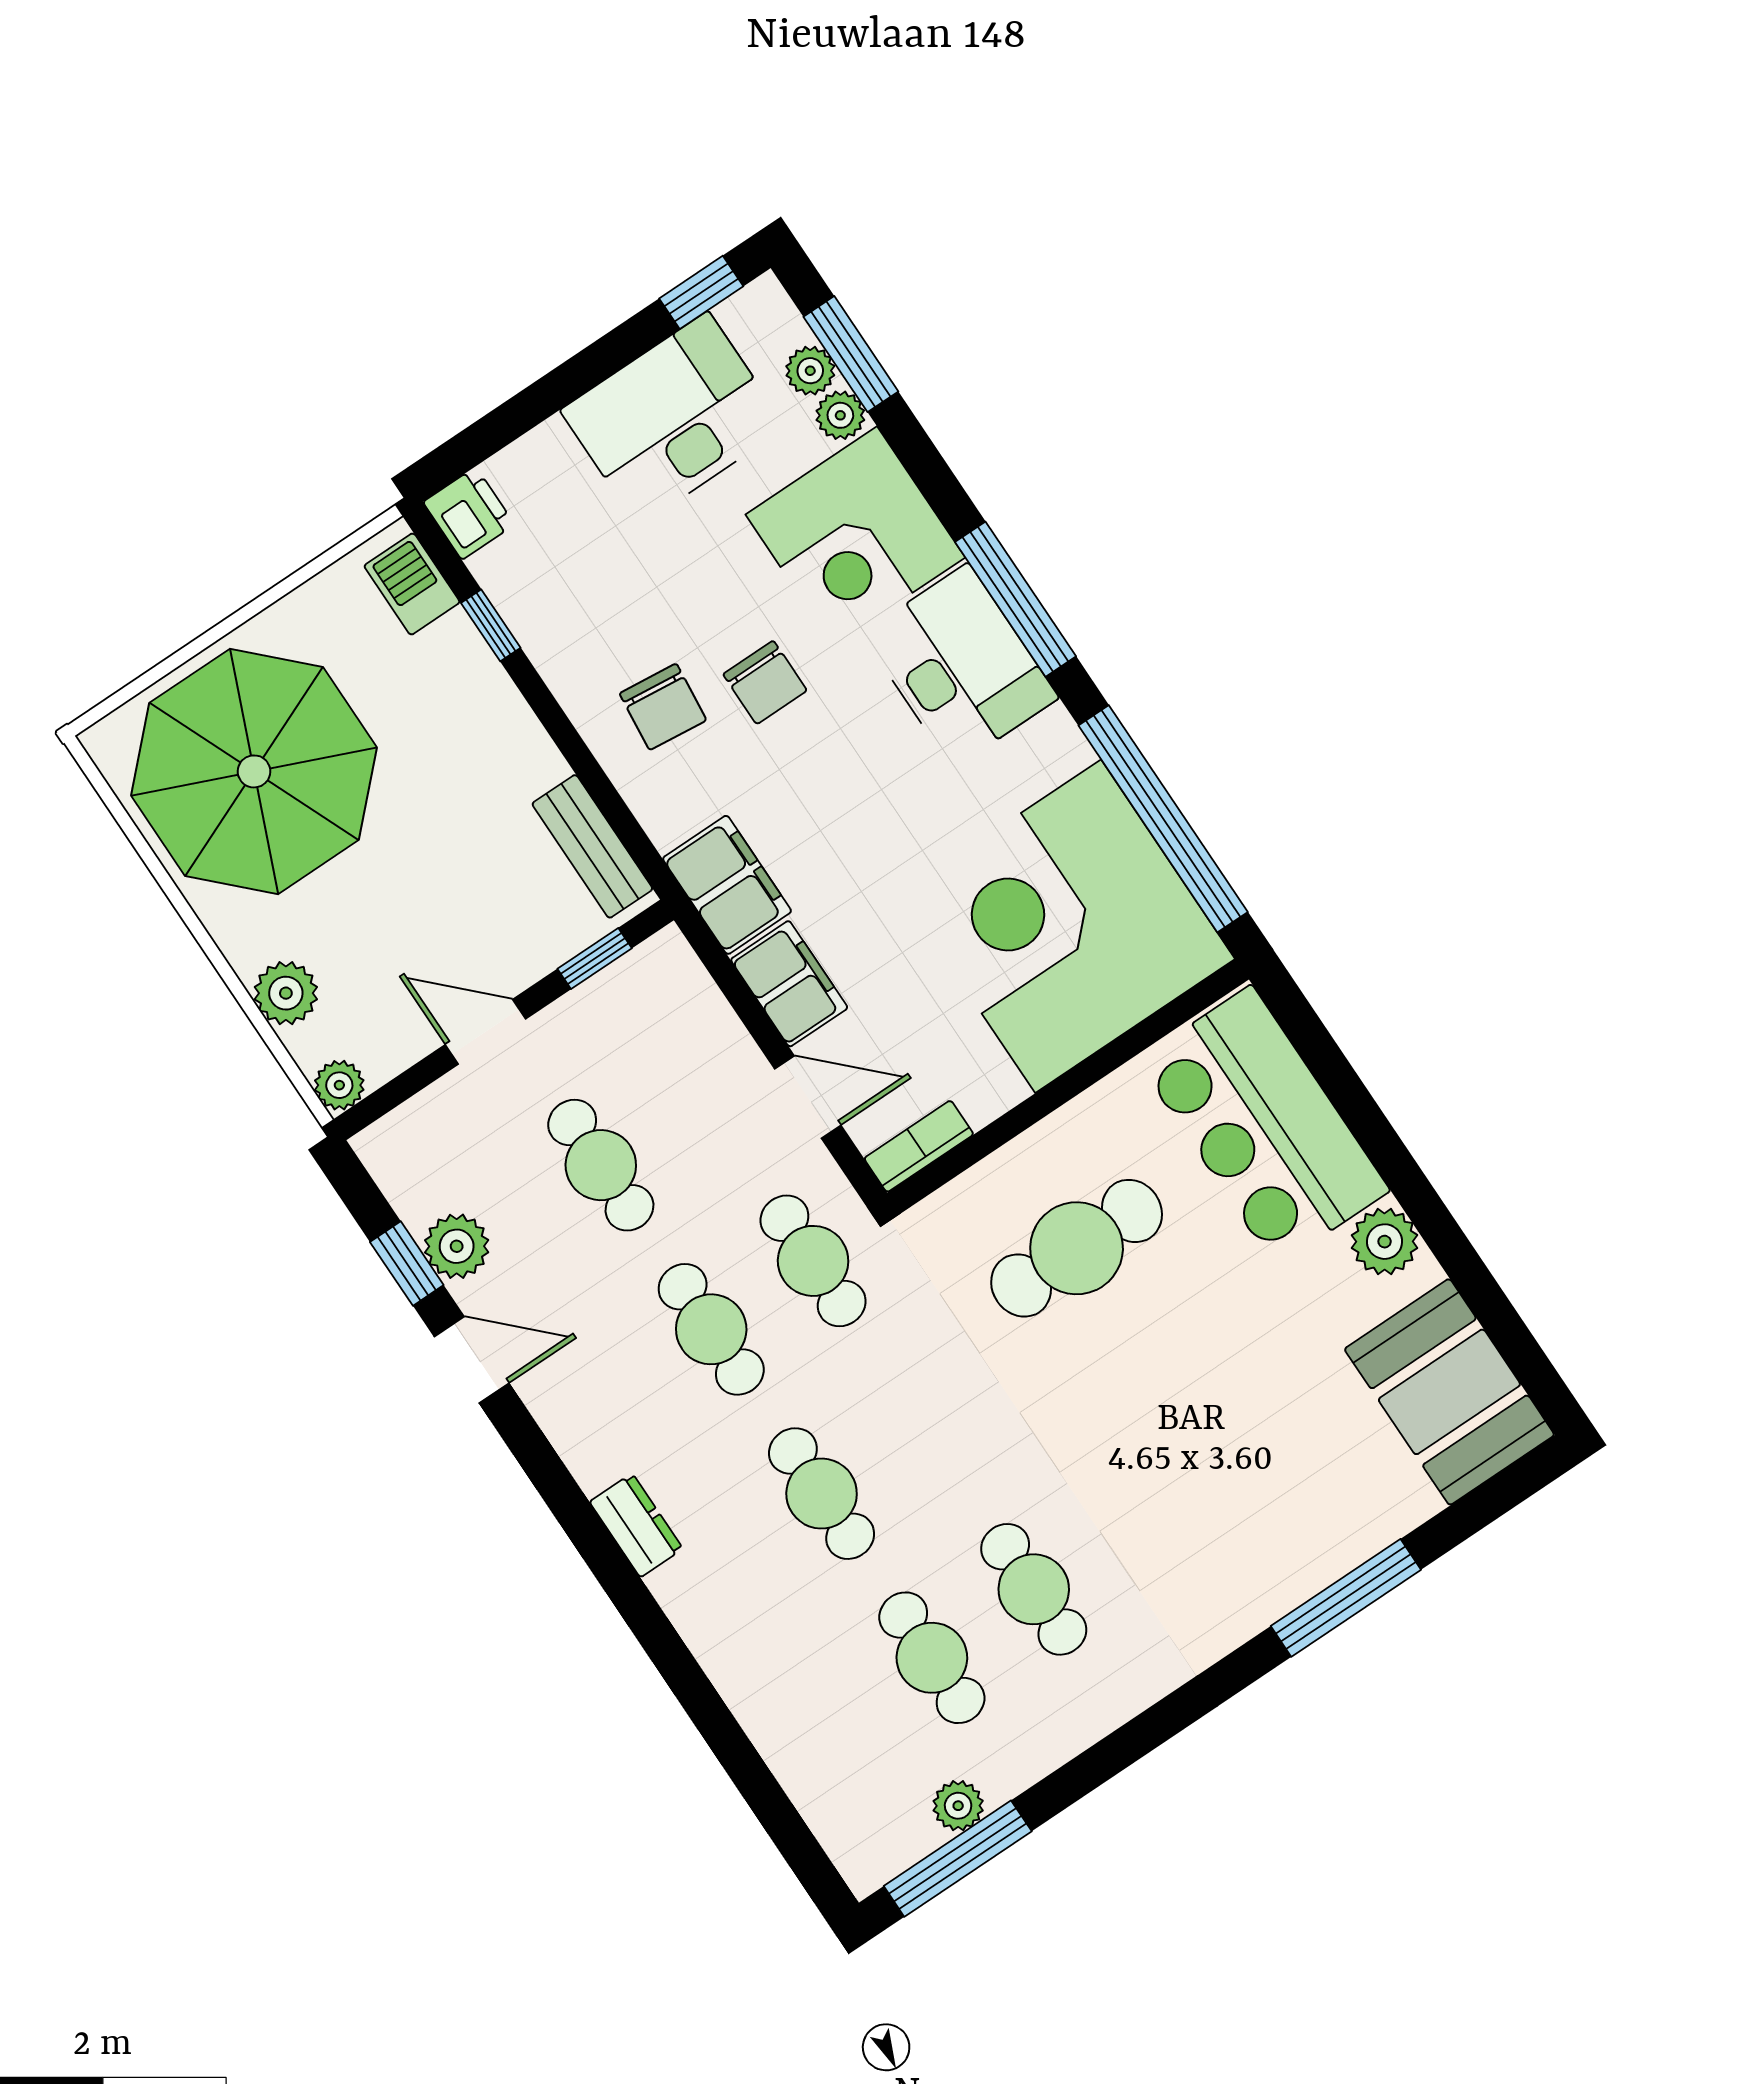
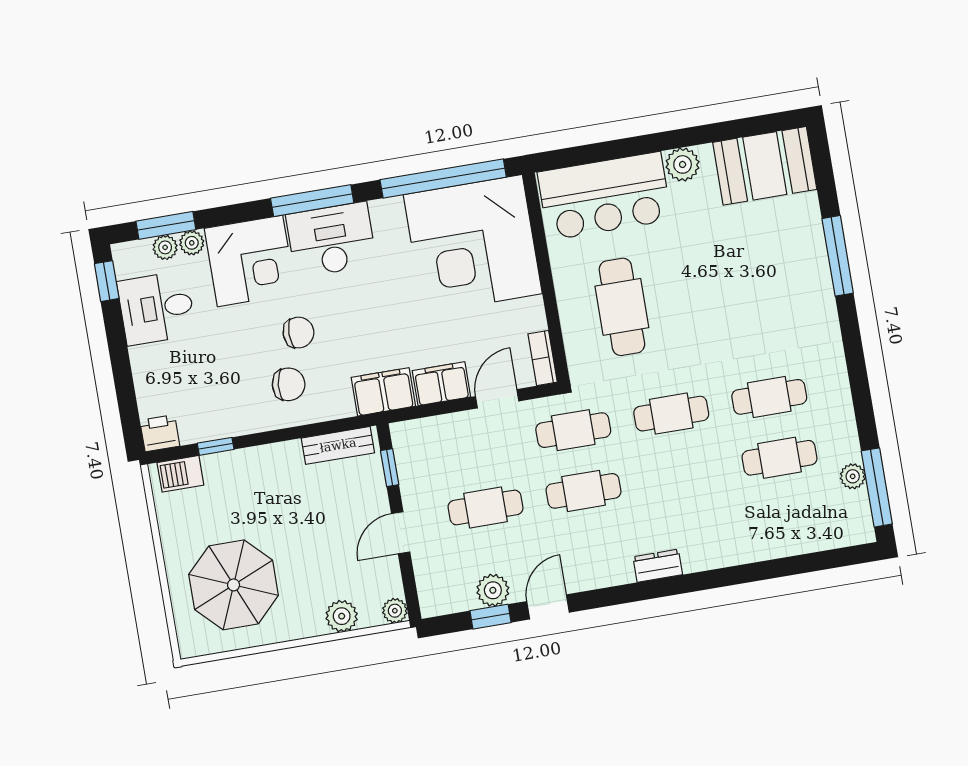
desk: (673, 419) -> (157, 308), width x0.73
parasol: (254, 771) -> (234, 585), width x0.73, depth x0.73
cafe table: (822, 1494) -> (671, 414), moved

